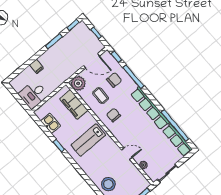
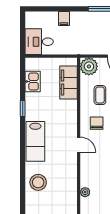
lab bench: (88, 140) -> (35, 141), moved, turned -90
door: (127, 154) -> (79, 145), moved

